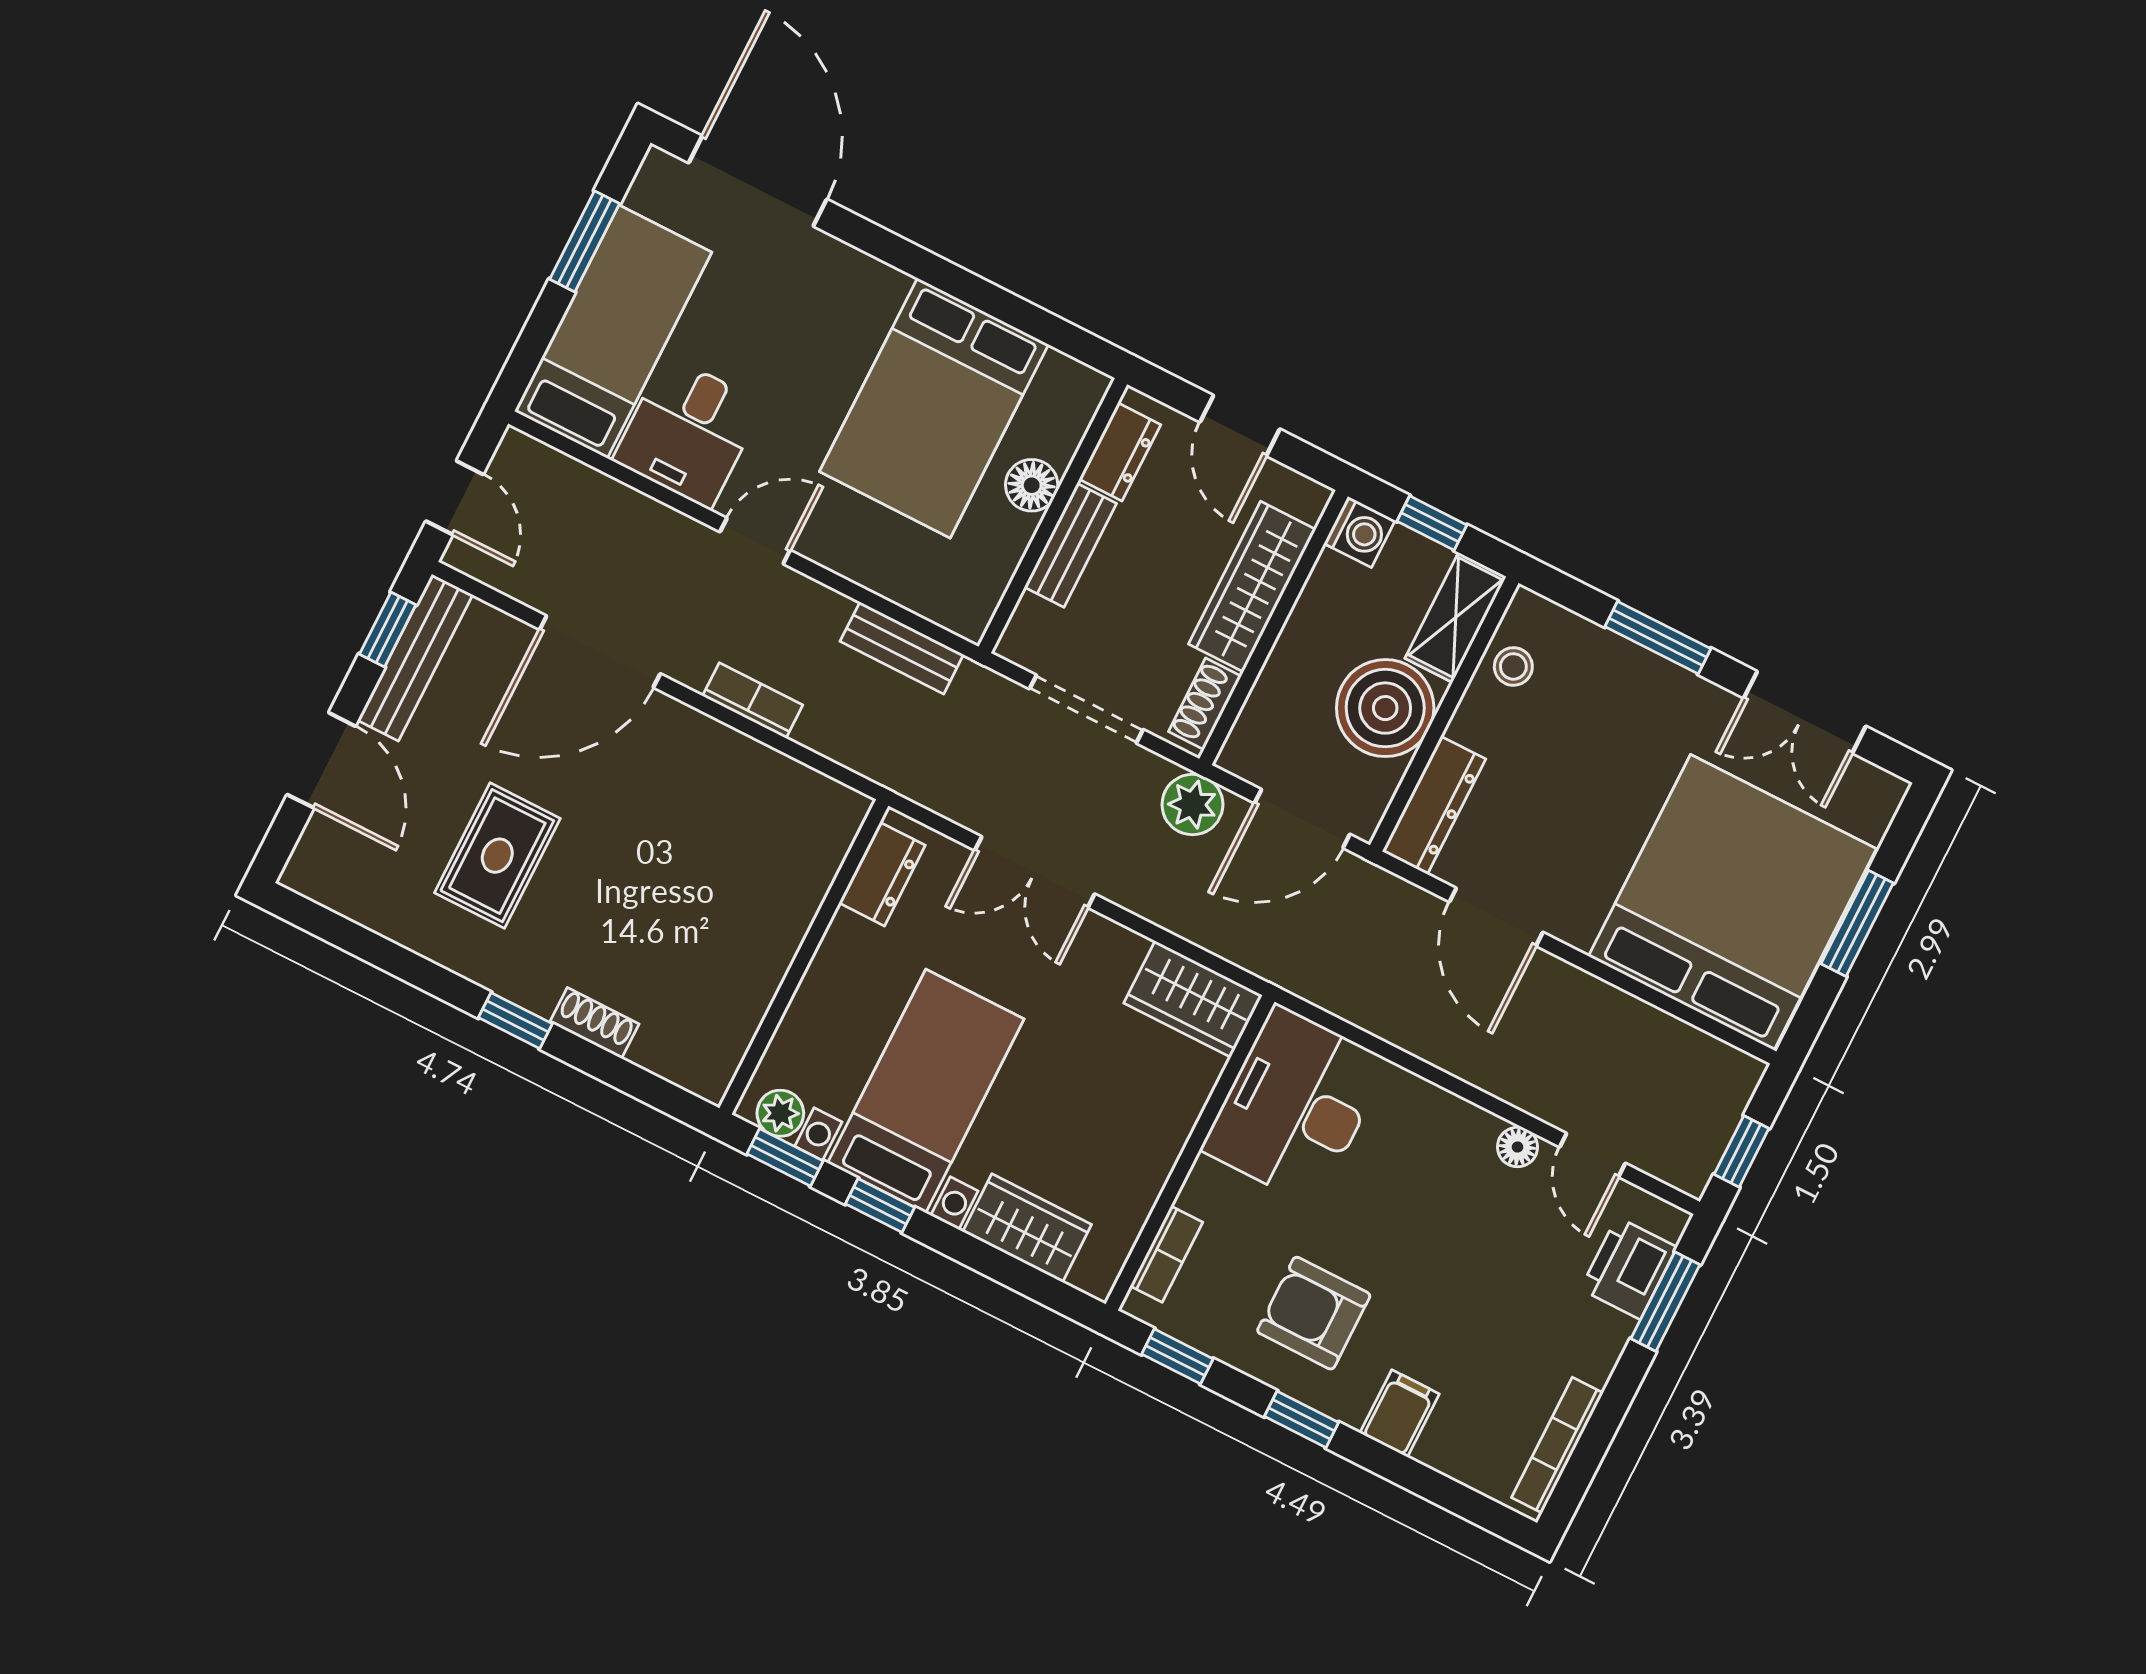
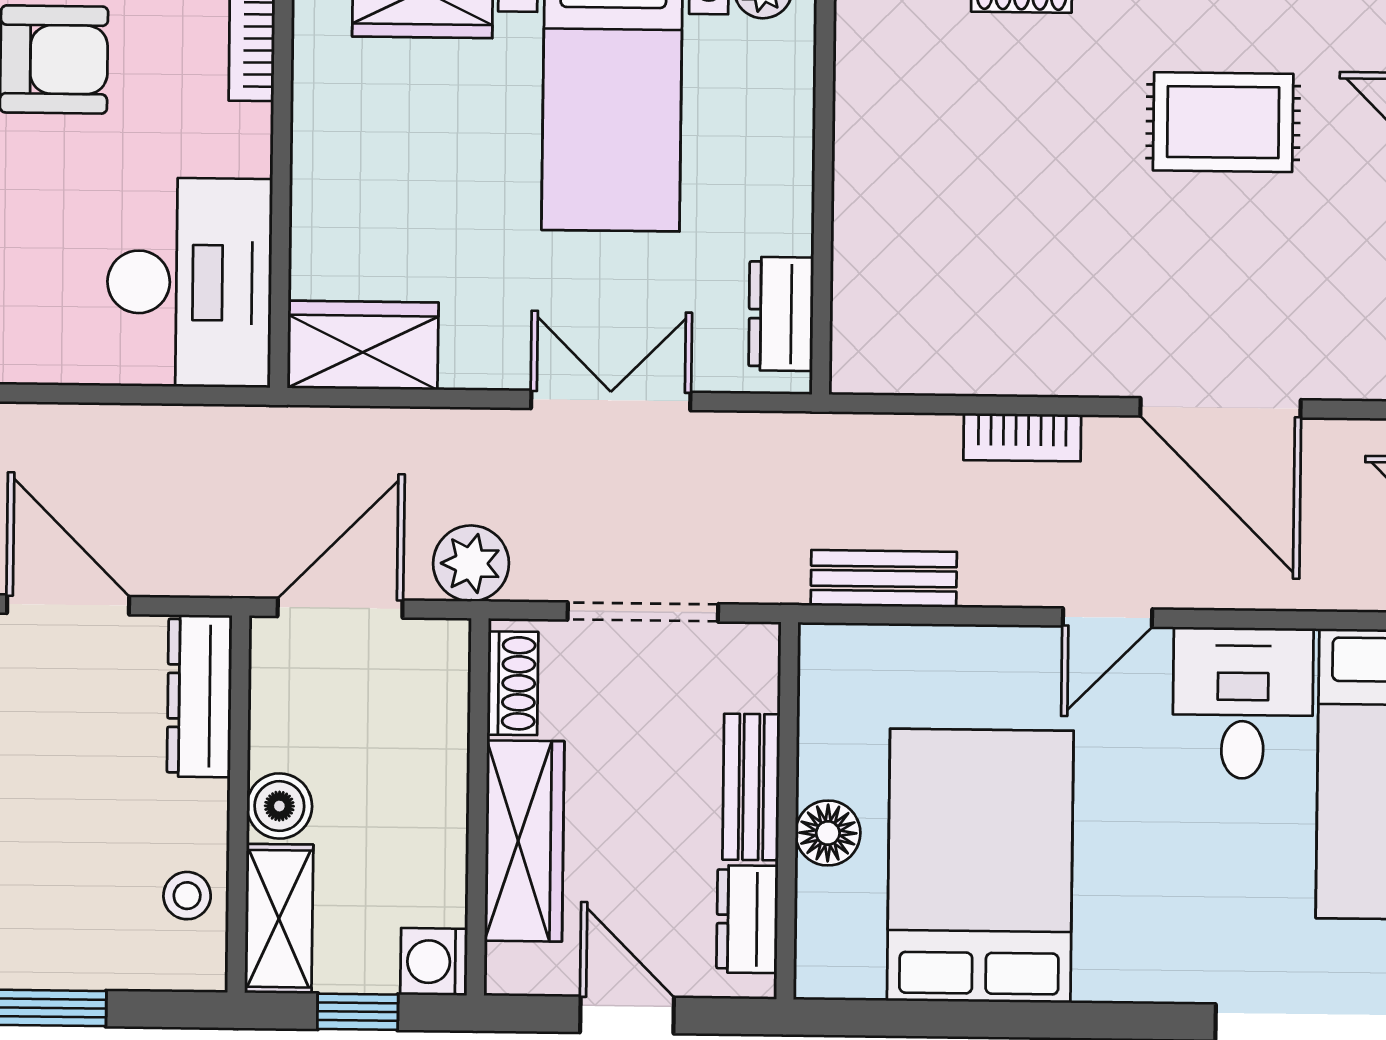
door: (600, 652) -> (1221, 408), swing flipped
boiler: (1385, 708) -> (279, 806), width x0.54, depth x0.54
rug: (497, 856) -> (1223, 122), turned 90

